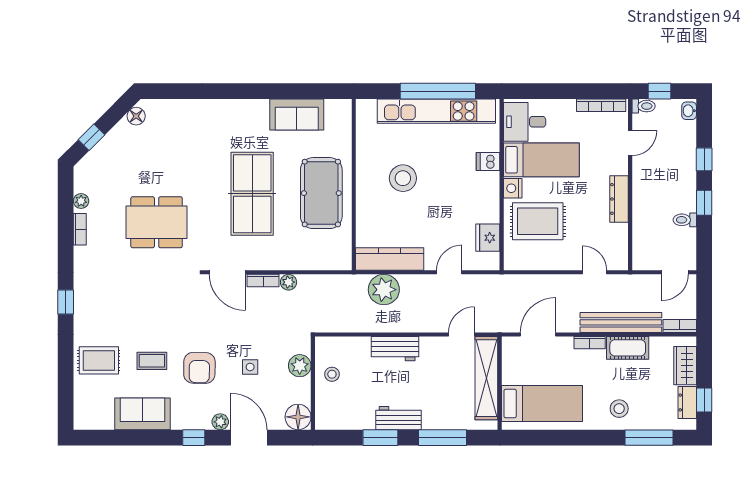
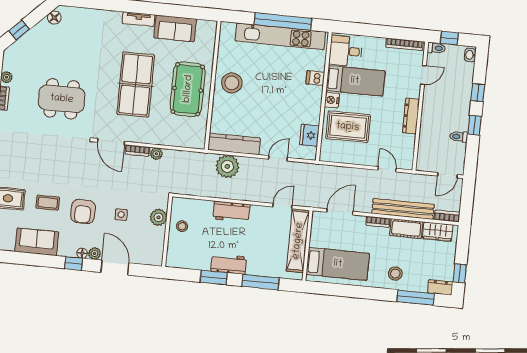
tv unit: (247, 107) -> (138, 19), added
stool: (403, 178) -> (232, 83), moved
wardrobe: (685, 366) -> (438, 232), moved, turned -90
dresser: (687, 402) -> (440, 287), moved, turned 90
floor lamp: (298, 417) -> (82, 253), moved, width x0.53, depth x0.53

